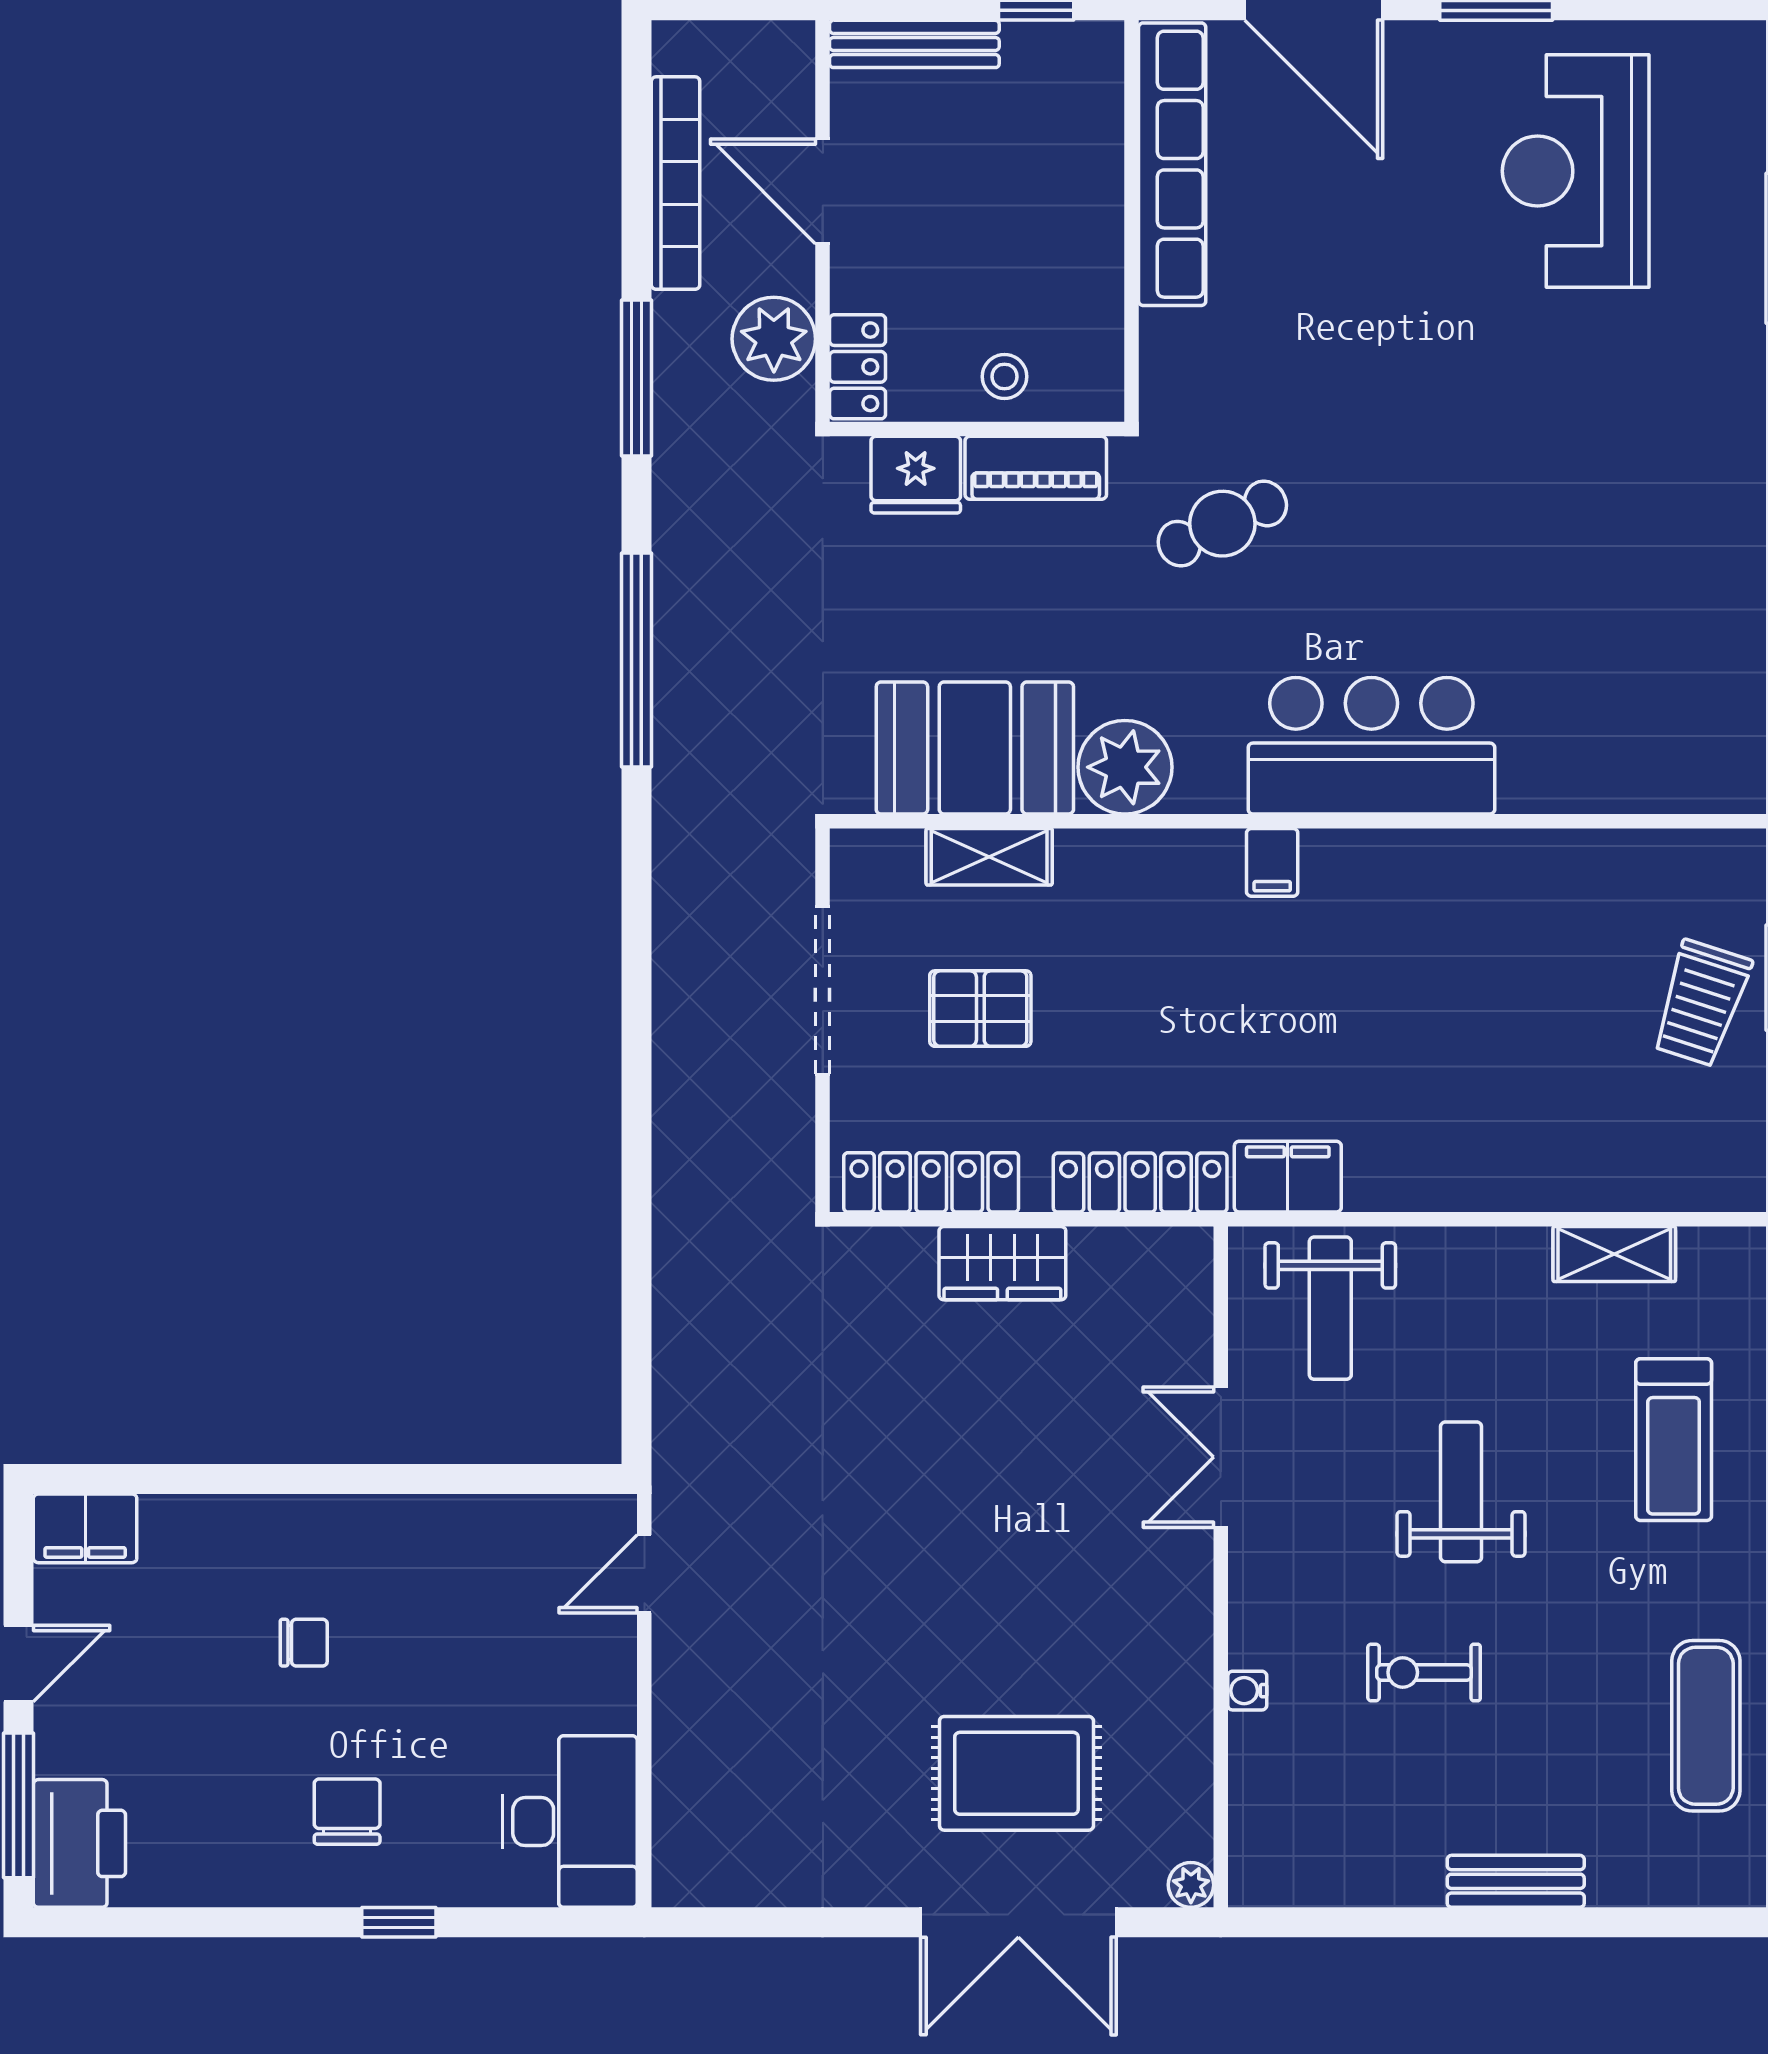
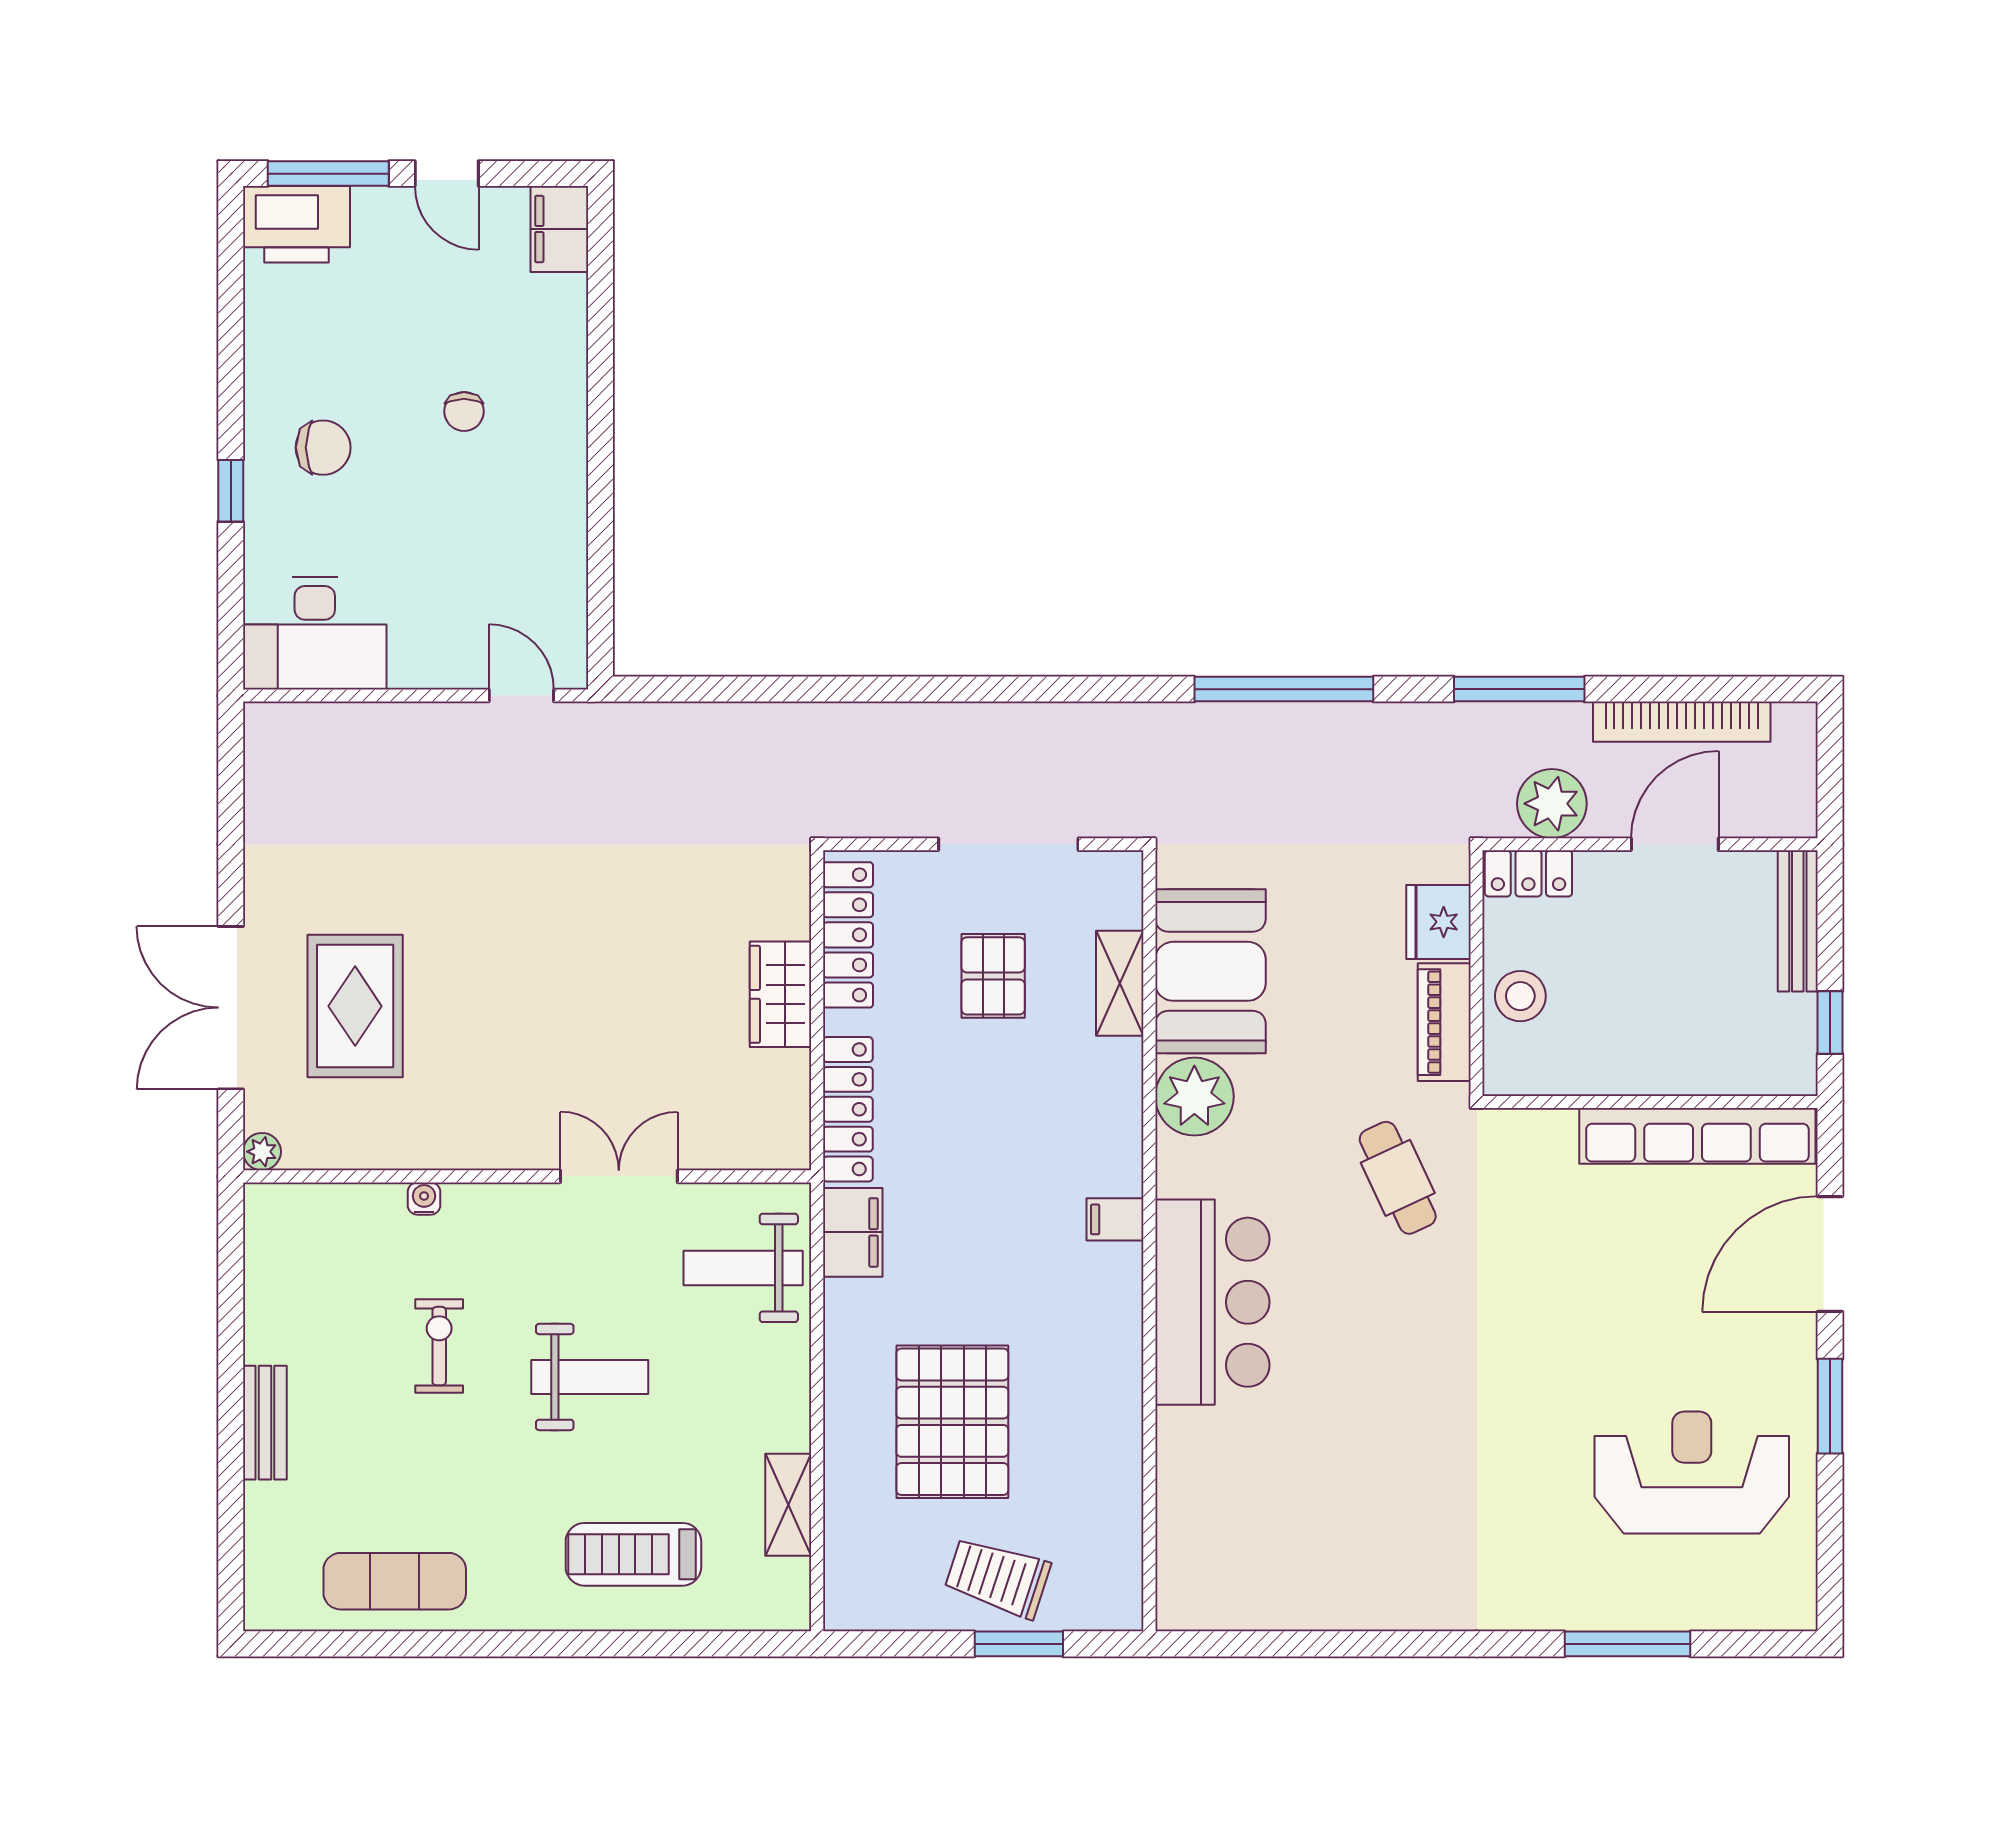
stool: (1005, 377) -> (1520, 996), width x1.37, depth x1.37
pallet: (1515, 1057) -> (952, 1422), added

